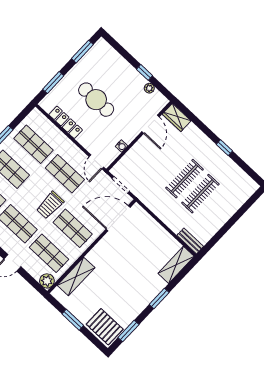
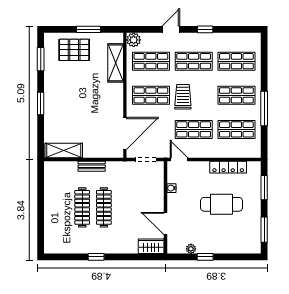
bench: (190, 241) -> (92, 166), moved
shelving: (176, 265) -> (64, 151), moved, turned 90
pallet: (105, 327) -> (74, 50), moved

